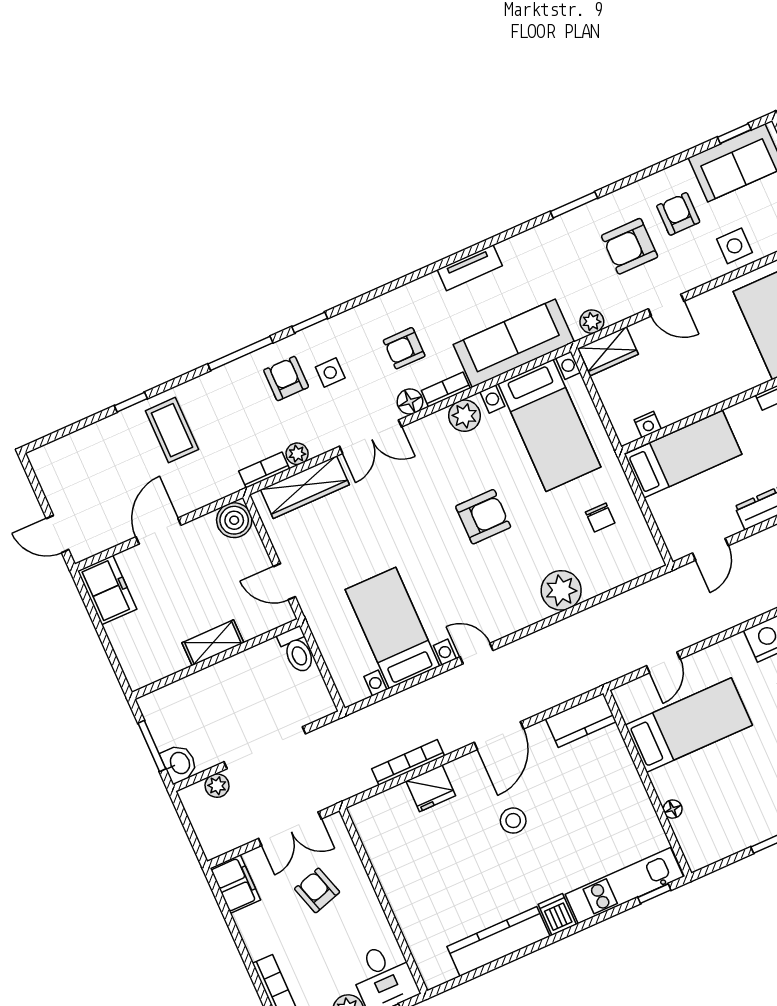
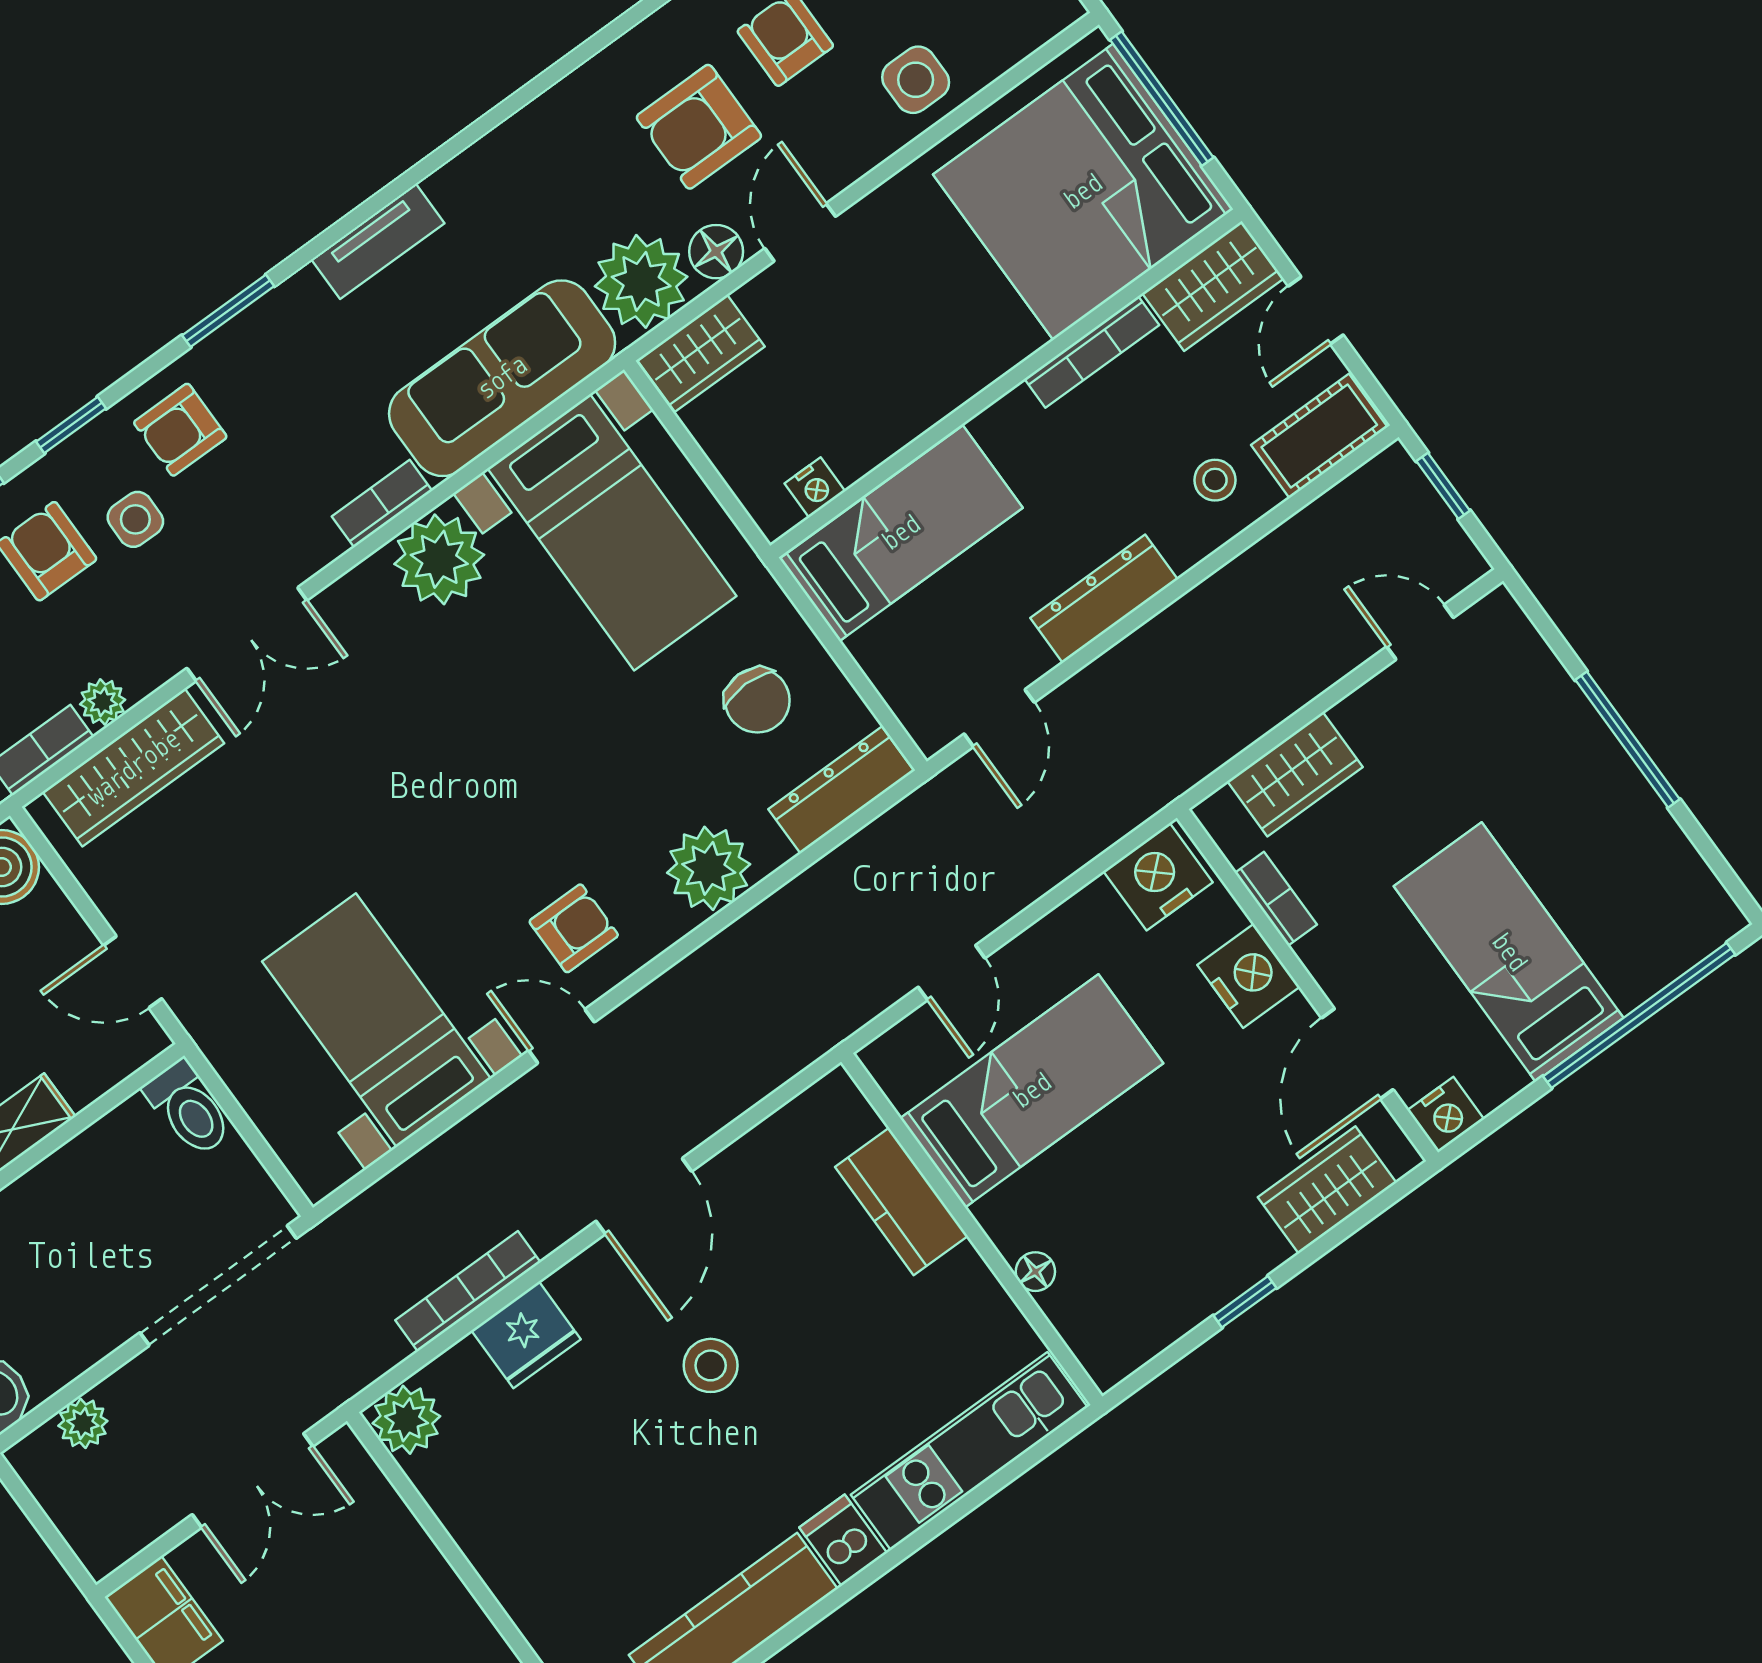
window: (574, 205) -> (228, 311), moved
door: (666, 305) -> (800, 232), swing flipped
plant: (592, 322) -> (641, 281), width x1.88, depth x1.88
armchair: (404, 348) -> (180, 430), moved
floor lamp: (410, 402) -> (716, 252), moved
plant: (465, 416) -> (439, 559), width x1.36, depth x1.36
armchair: (483, 517) -> (574, 928), moved, width x0.72, depth x0.72
chair: (600, 517) -> (757, 700), width x1.37, depth x1.37
dresser: (630, 567) -> (841, 790), added
kitchen counter: (581, 720) -> (901, 1202), moved, turned 90
doorway: (265, 748) -> (218, 1285), moved
plant: (367, 816) -> (406, 1420), added
armchair: (317, 890) -> (336, 1596), removed
window: (654, 894) -> (1035, 1455), removed

